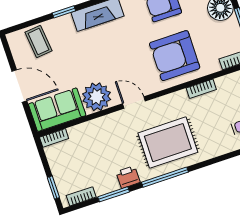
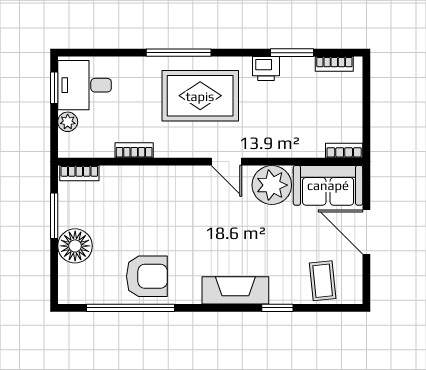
armchair: (175, 56) -> (154, 204), removed
window: (165, 177) -> (179, 53), moved
window: (53, 188) -> (366, 87), removed

